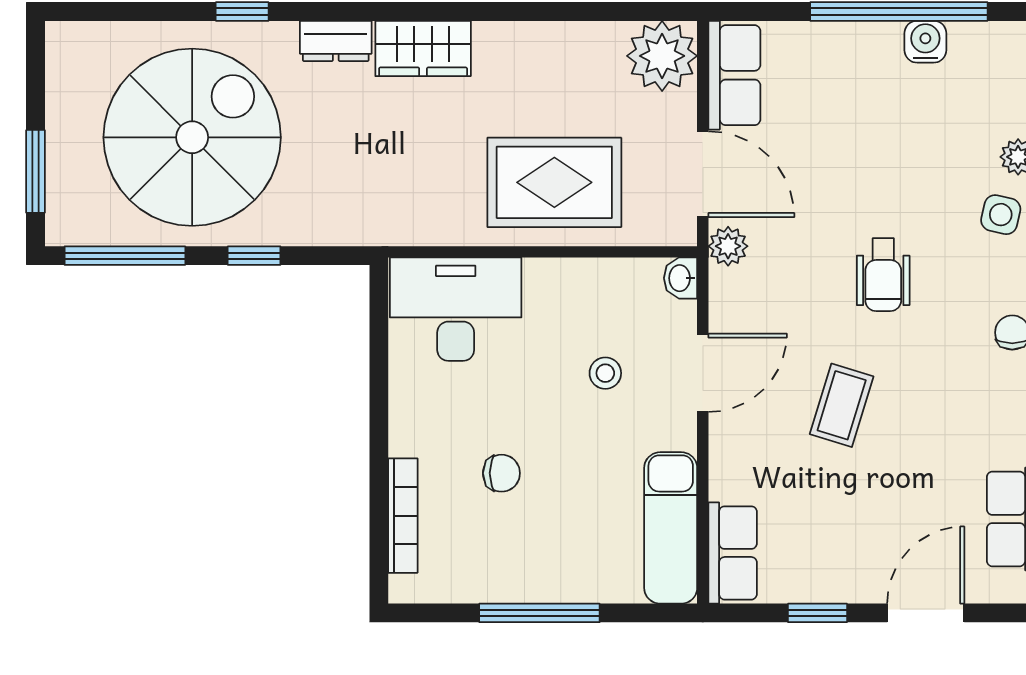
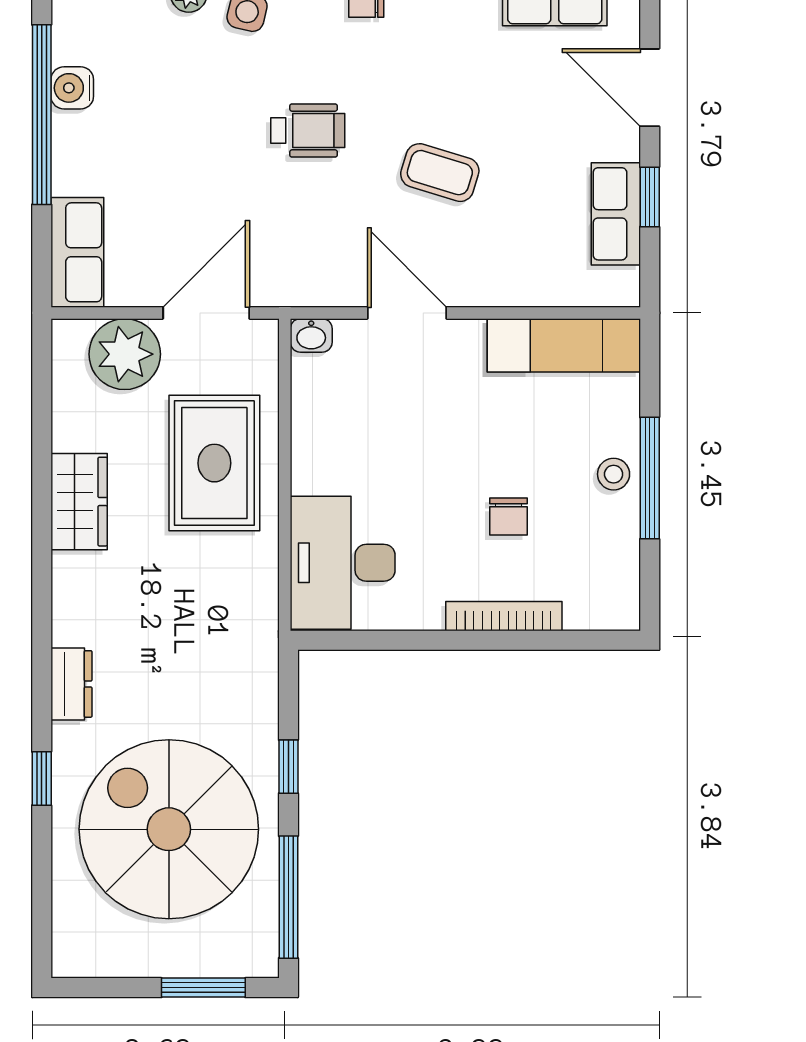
wardrobe: (423, 49) -> (79, 502), moved
plant: (662, 56) -> (125, 354), moved
row of seats: (734, 75) -> (77, 252), moved, turned 90
plant: (728, 246) -> (279, 287), removed
stool: (605, 373) -> (614, 474), moved
chair: (501, 473) -> (508, 516), turned 180
bookcase: (403, 516) -> (504, 616), moved
row of seats: (733, 553) -> (616, 214), moved, turned -90

